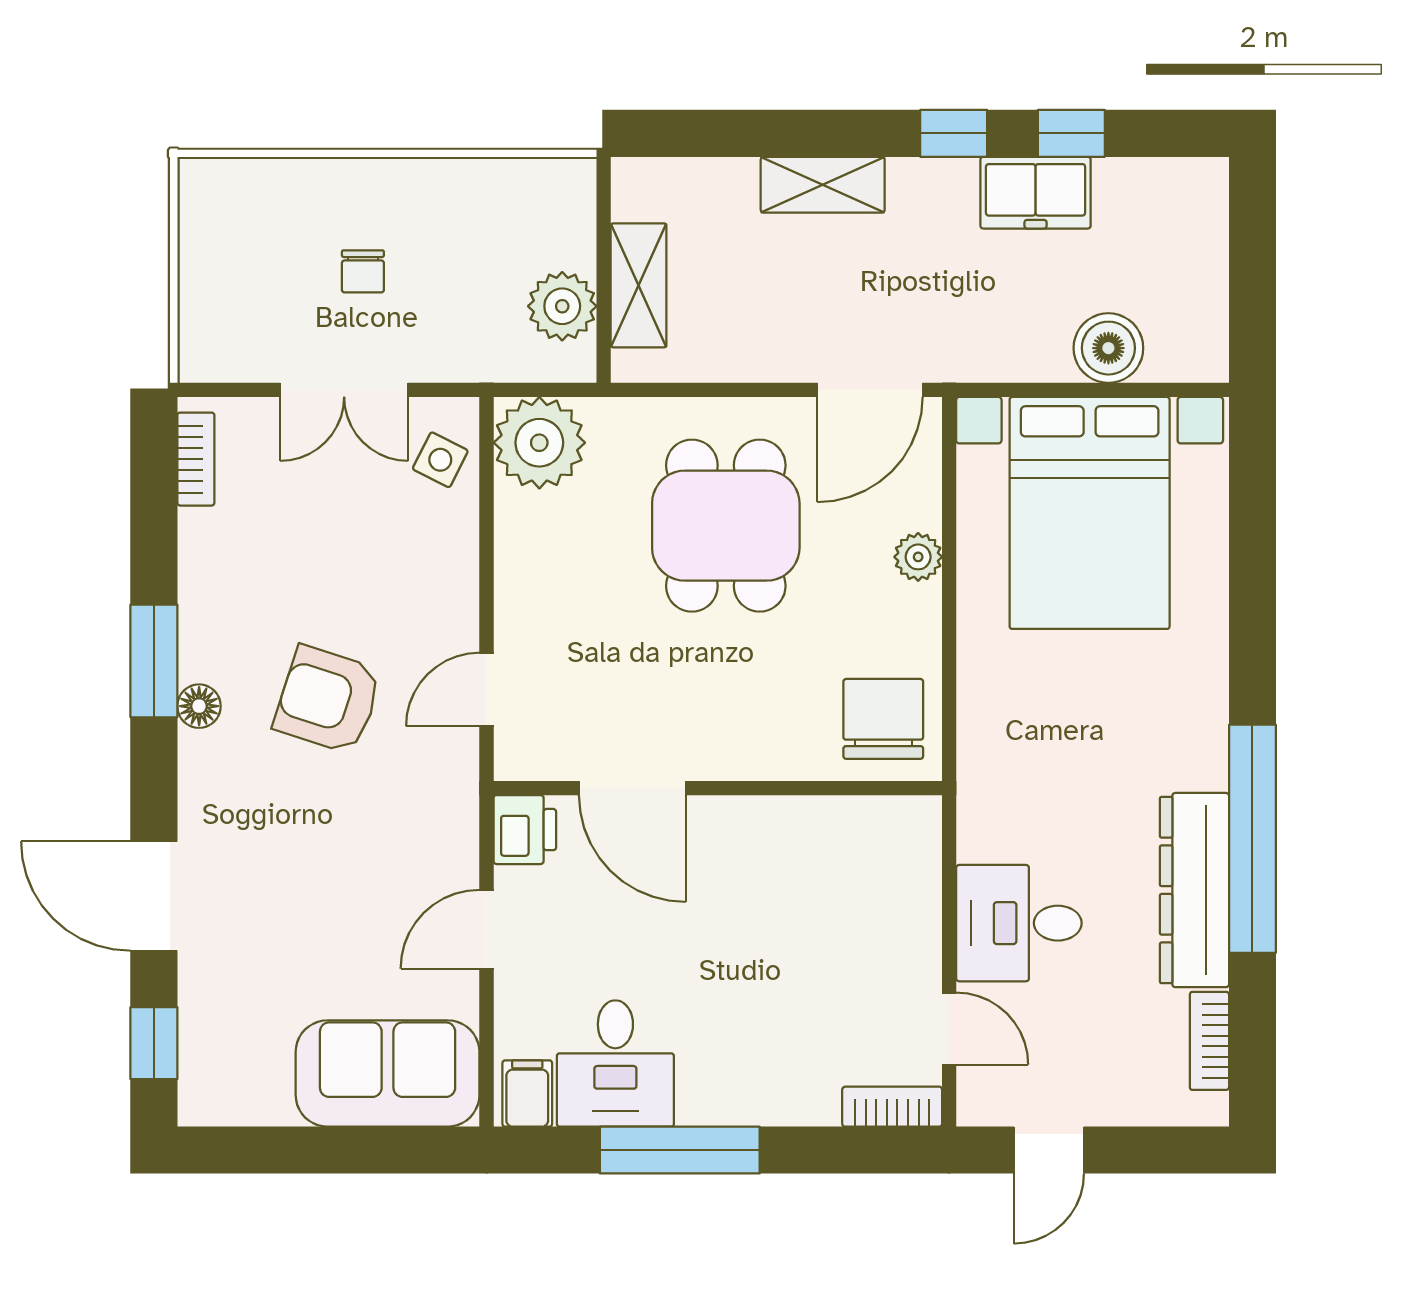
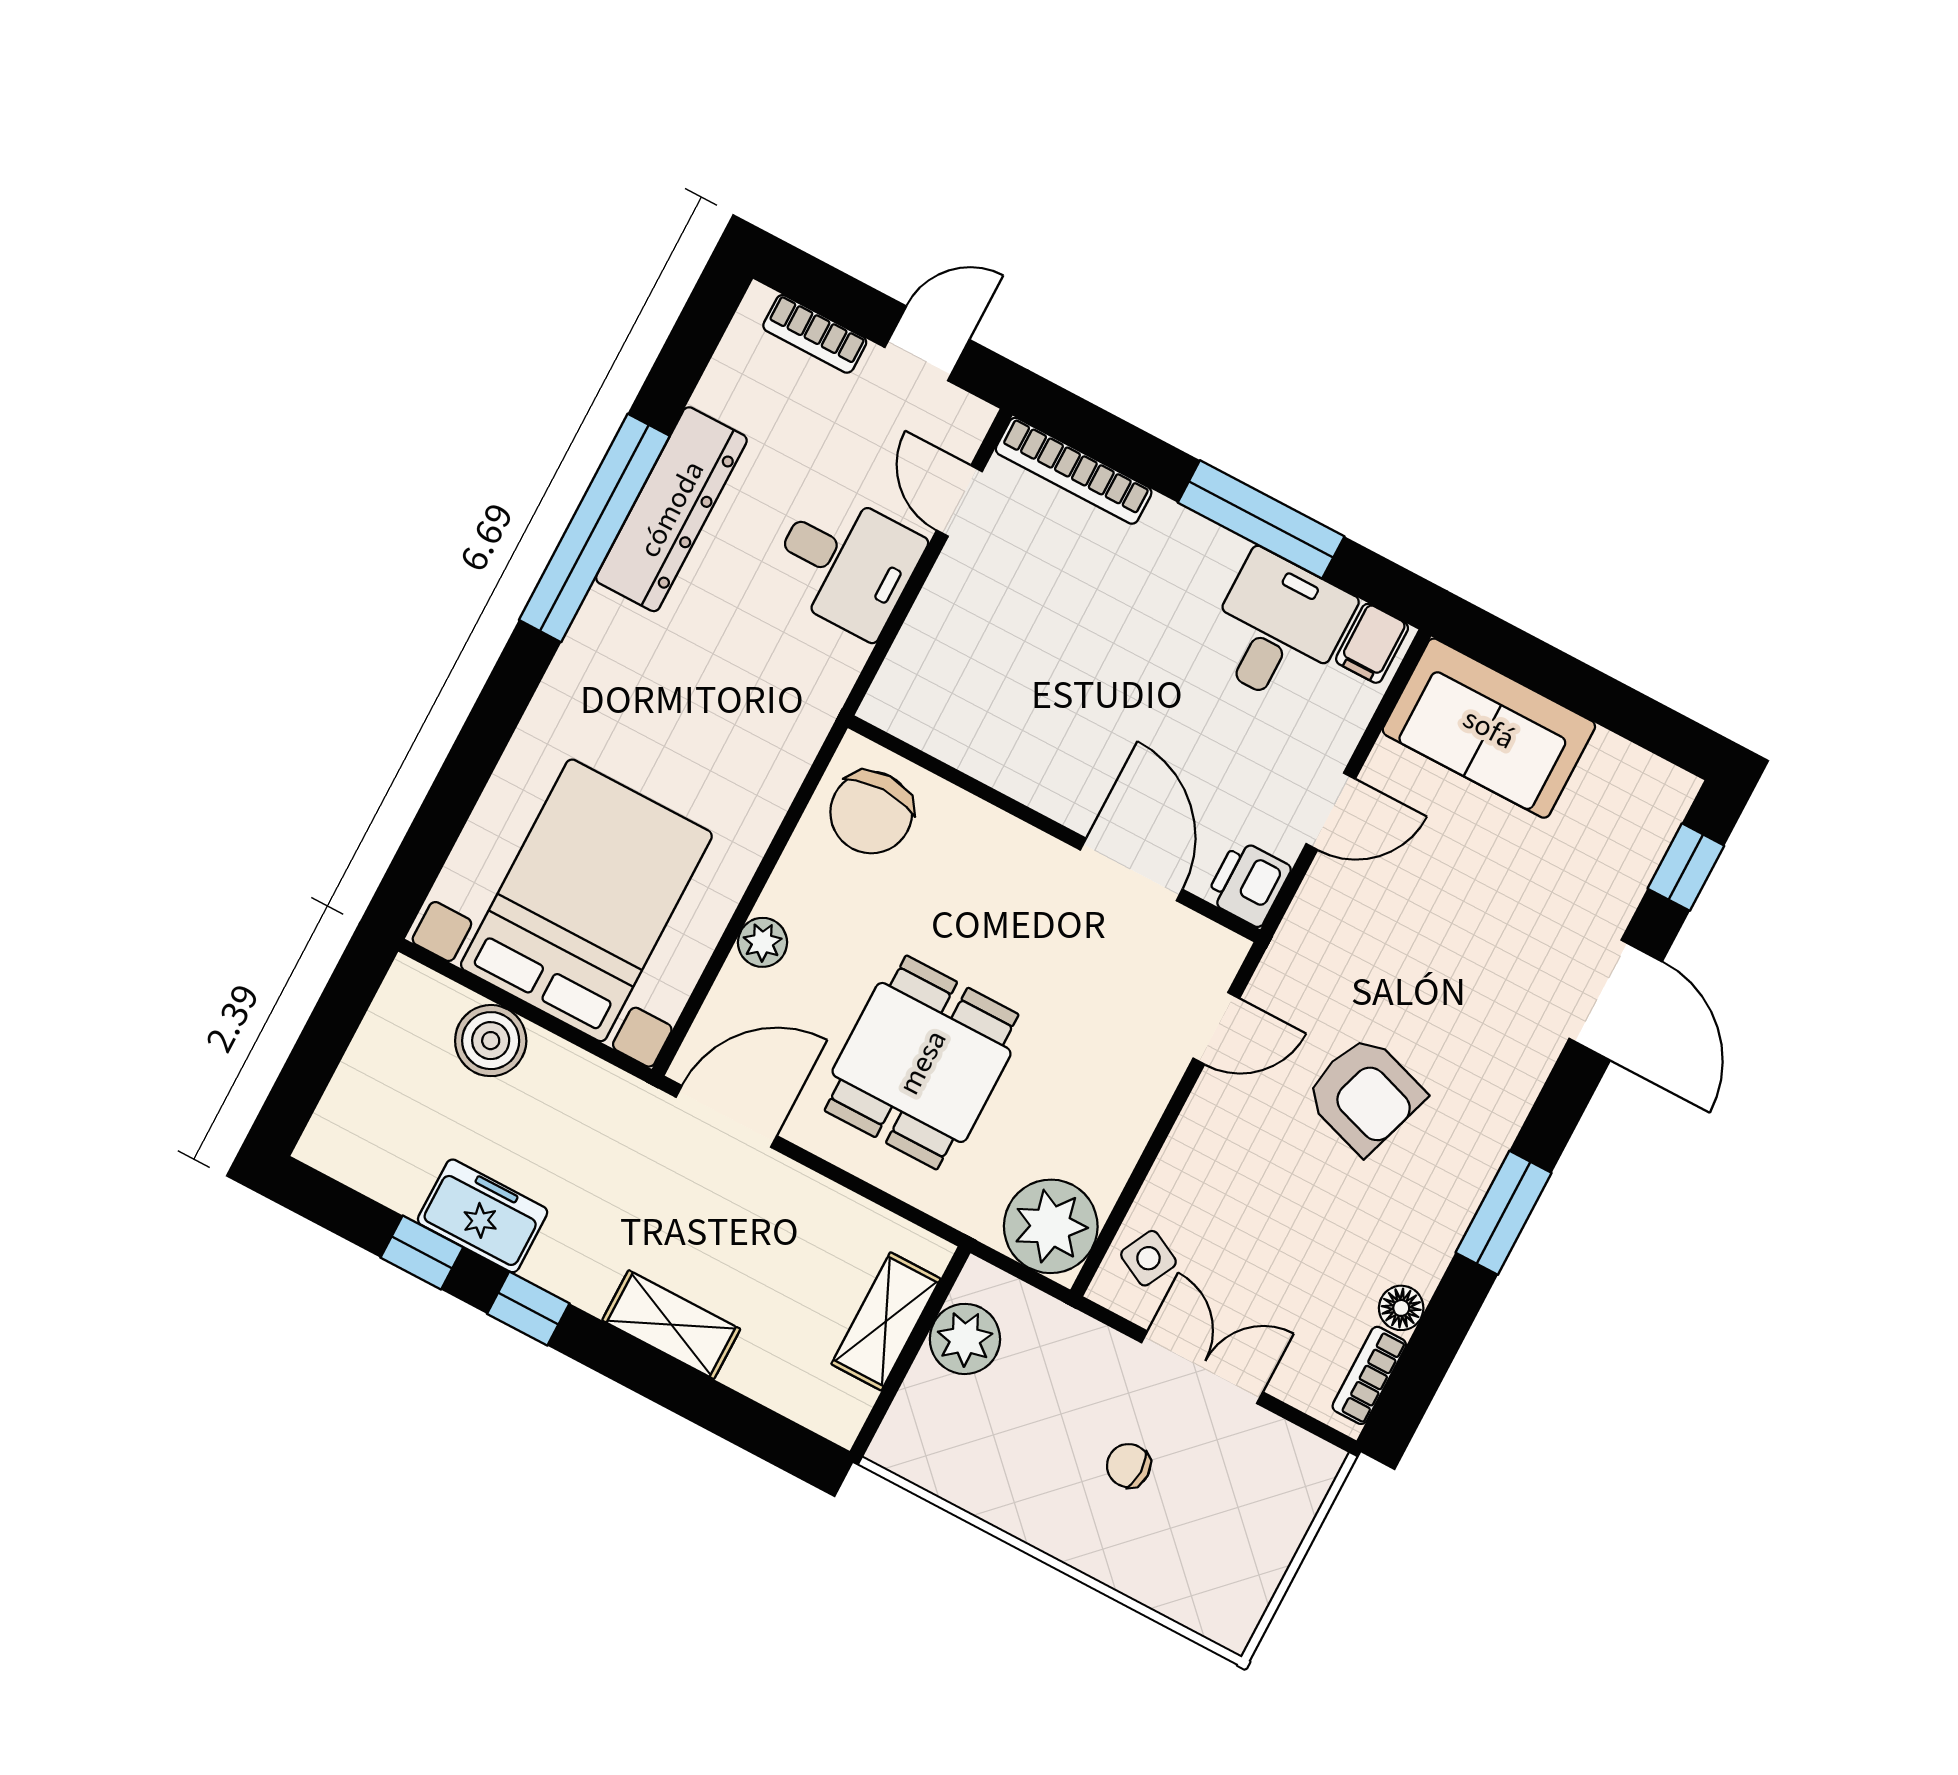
chair: (363, 271) -> (1129, 1466), turned -90
floor lamp: (199, 706) -> (1401, 1308), moved
bookcase: (1209, 1041) -> (815, 334), moved, turned 90
bookcase: (892, 1107) -> (1074, 471), width x1.56

